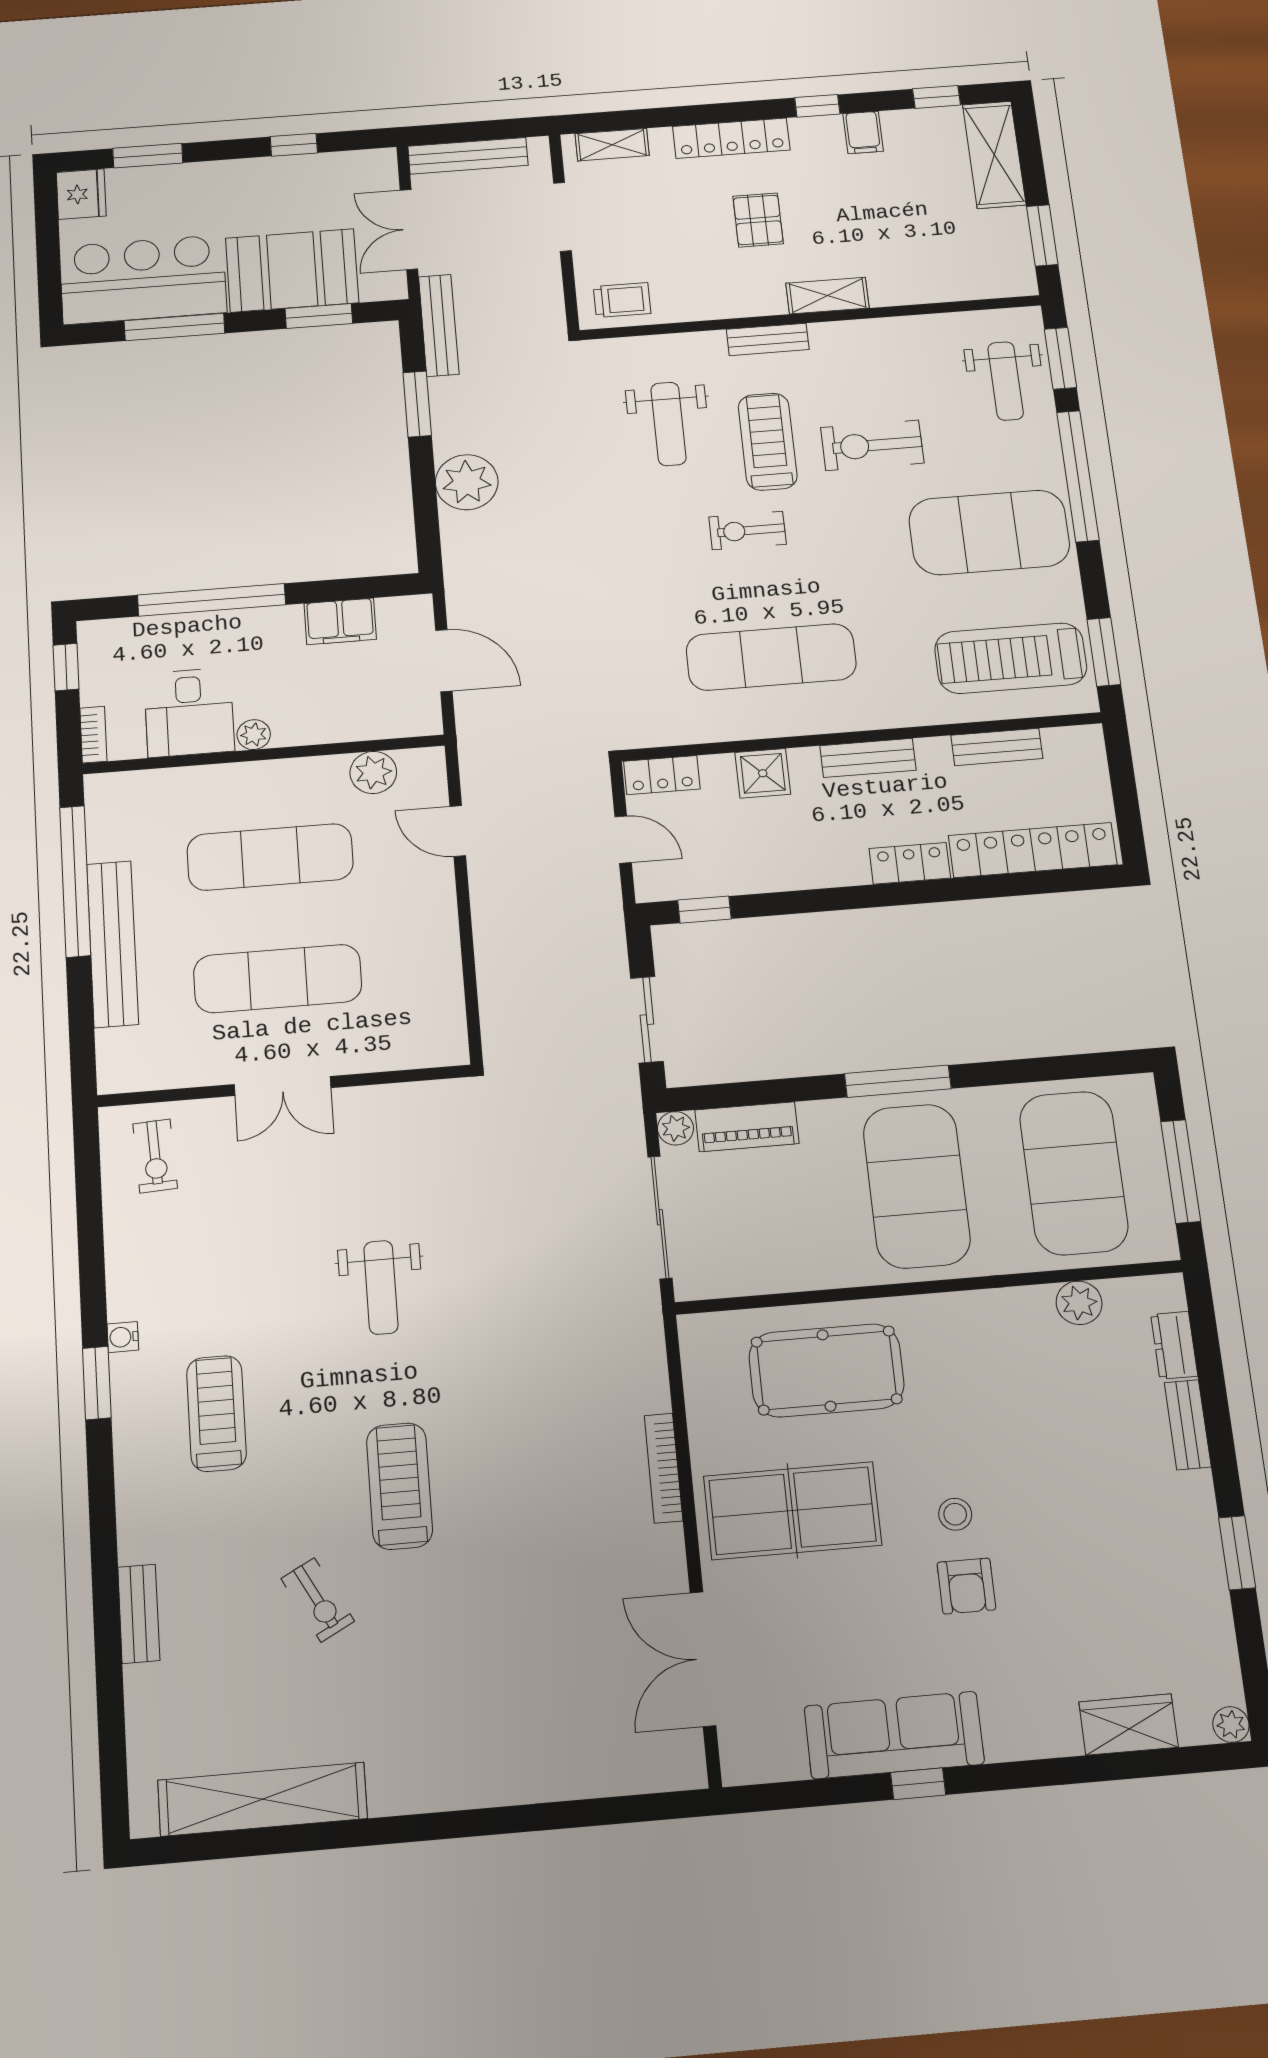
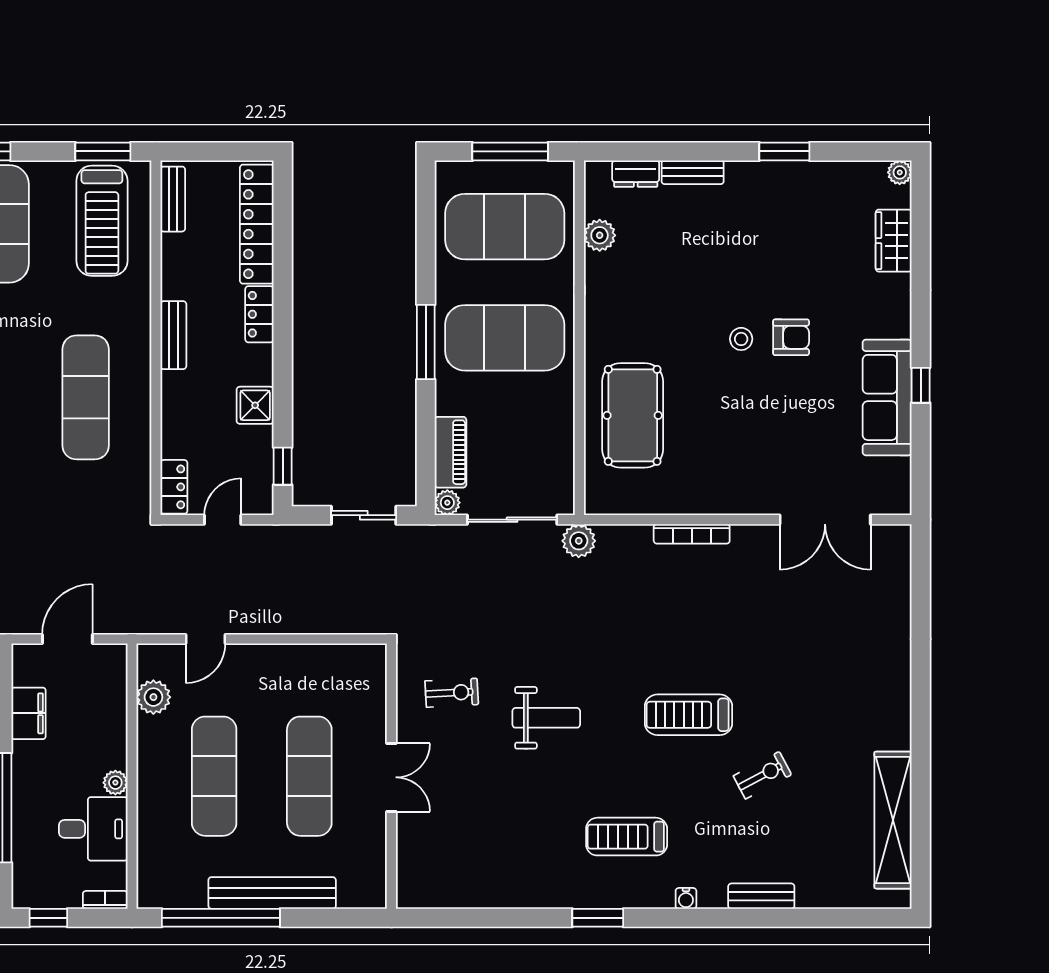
bench: (997, 747) -> (173, 199), moved
shower: (763, 773) -> (255, 405), moved
exercise bike: (155, 1156) -> (452, 693), moved
plant: (639, 1311) -> (579, 541), added
water cooler: (123, 1337) -> (686, 898), moved
table tennis table: (792, 1511) -> (729, 449), removed

